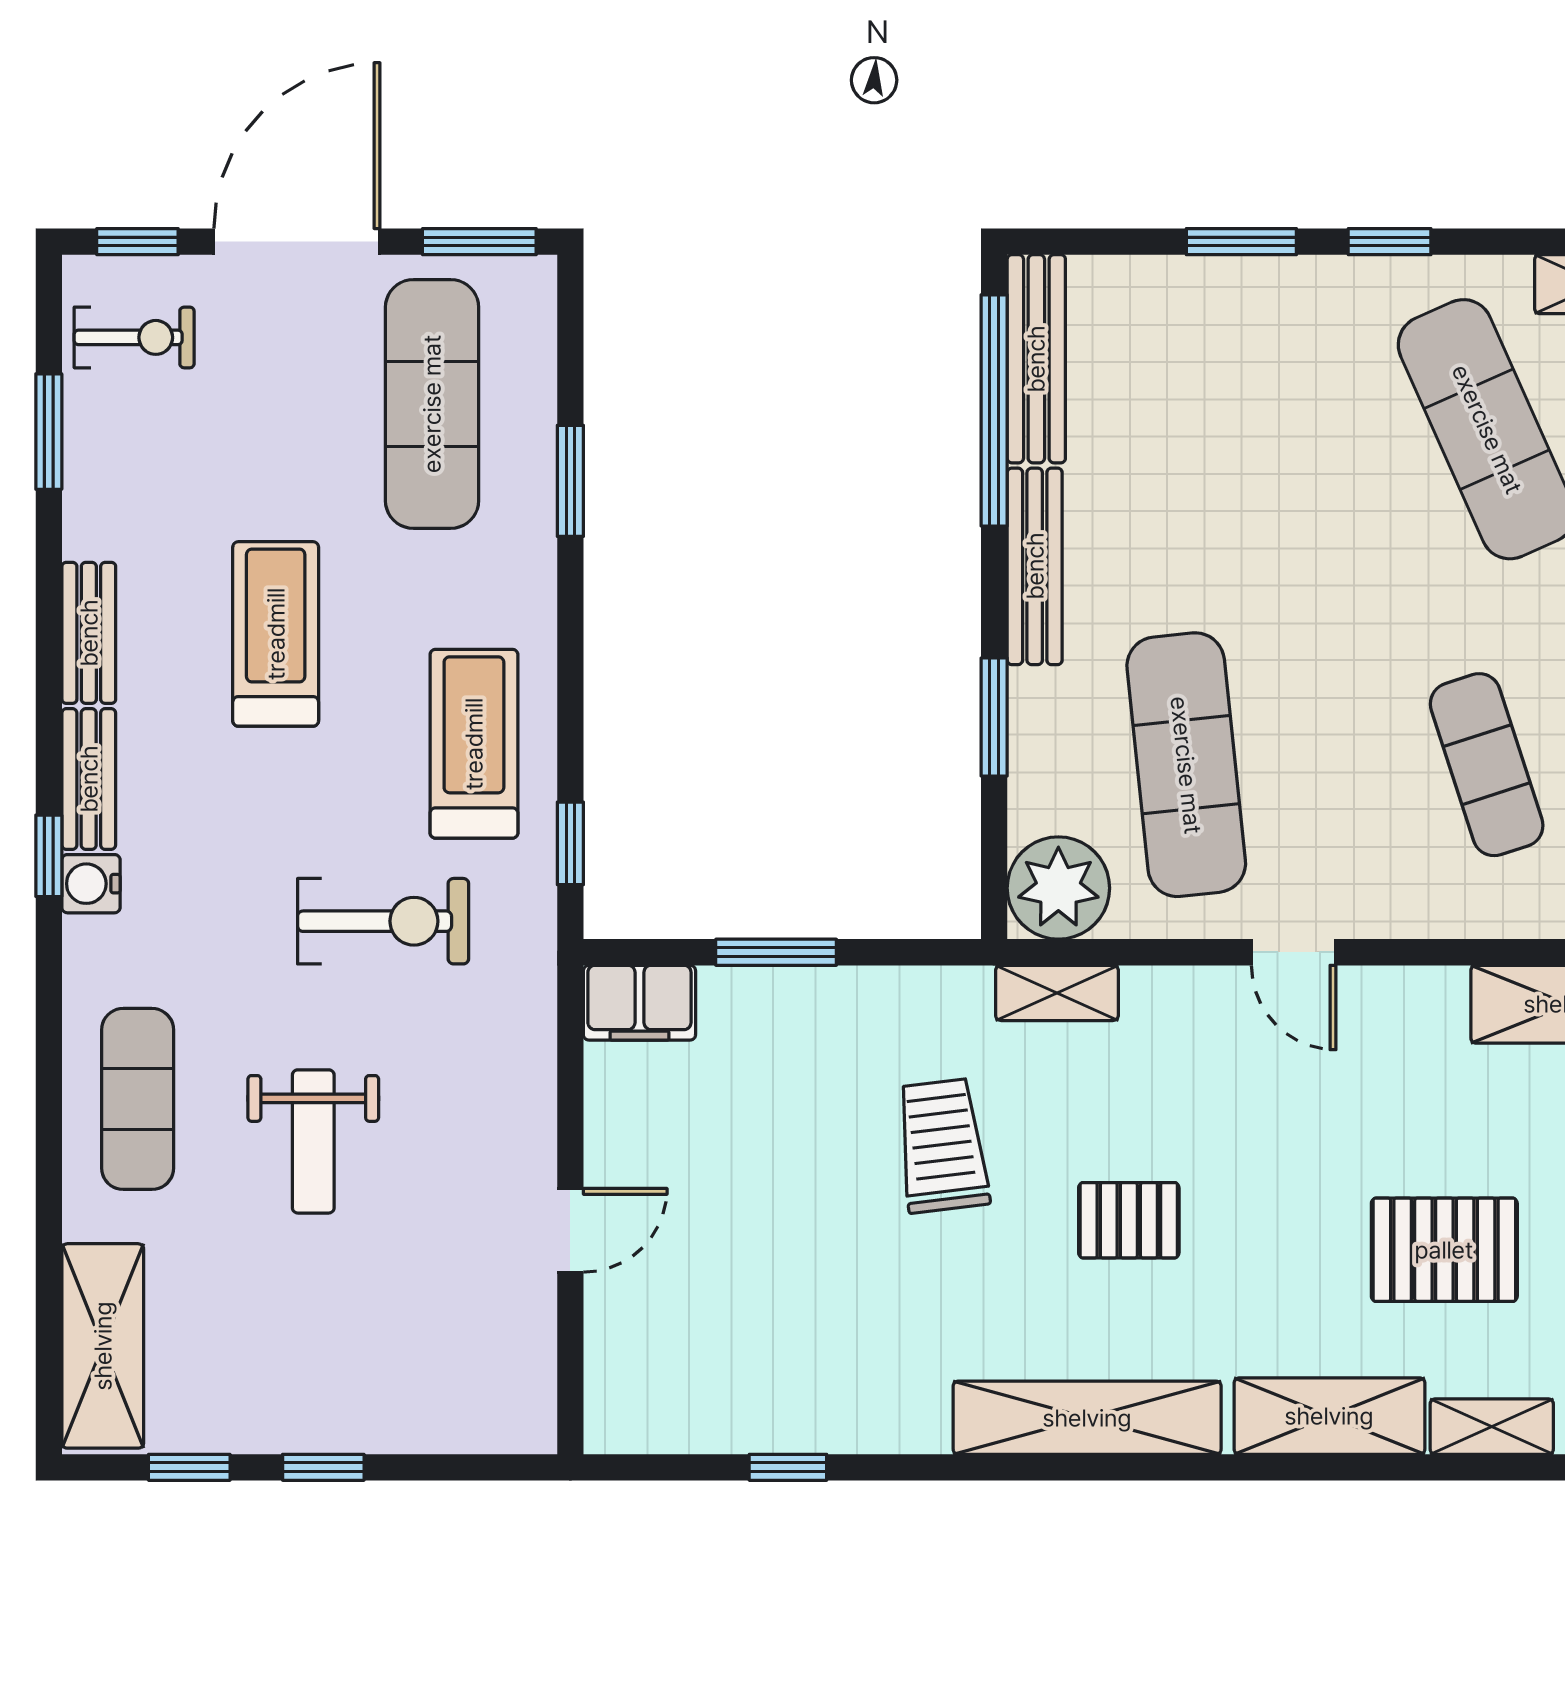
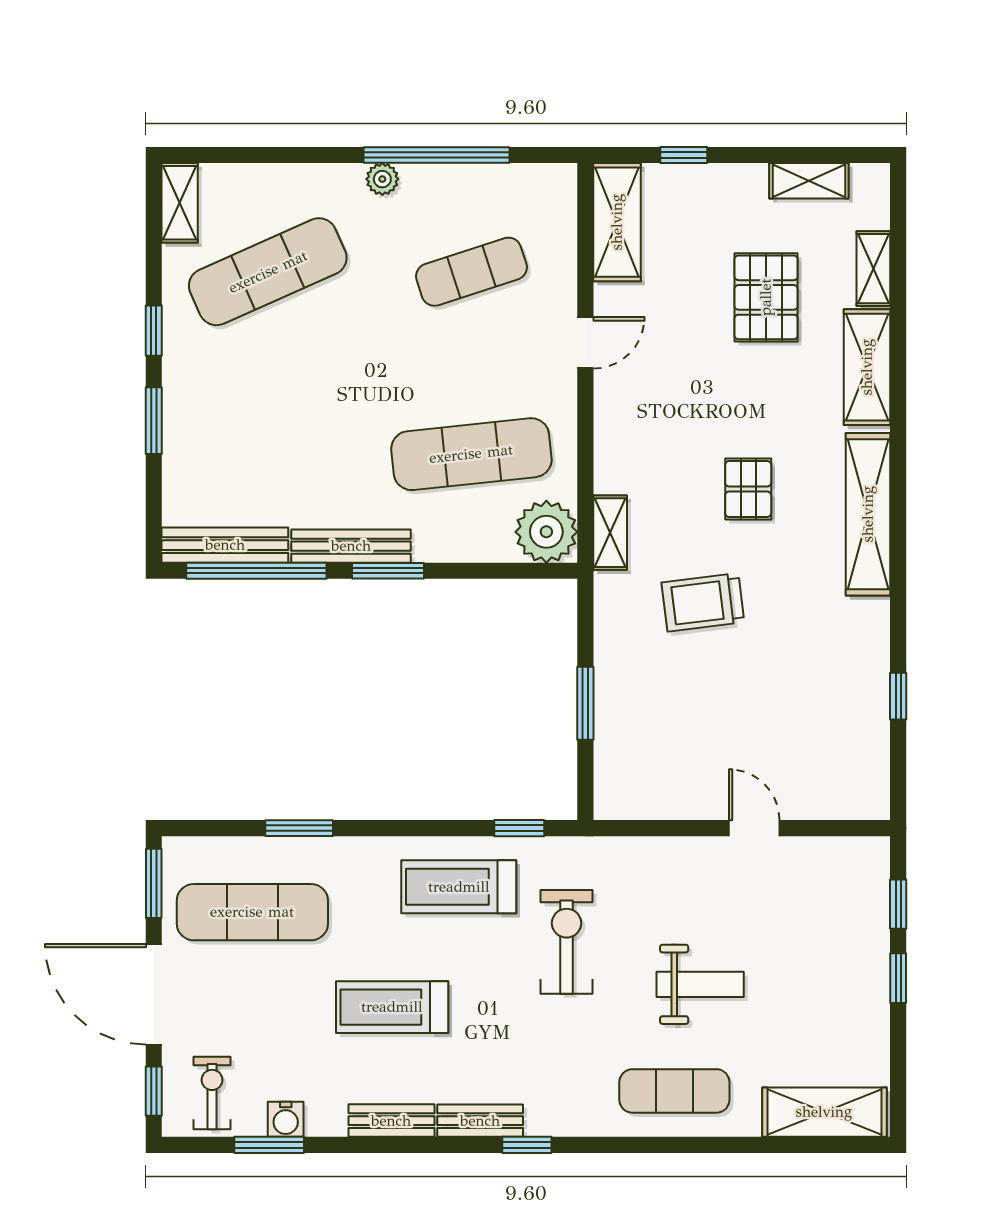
window: (994, 717) -> (388, 571), moved
water cooler: (91, 884) -> (286, 1119), moved
door: (1294, 952) -> (585, 343), moved
filing cabinet: (639, 1003) -> (616, 786), removed
window: (189, 1467) -> (898, 904), moved

